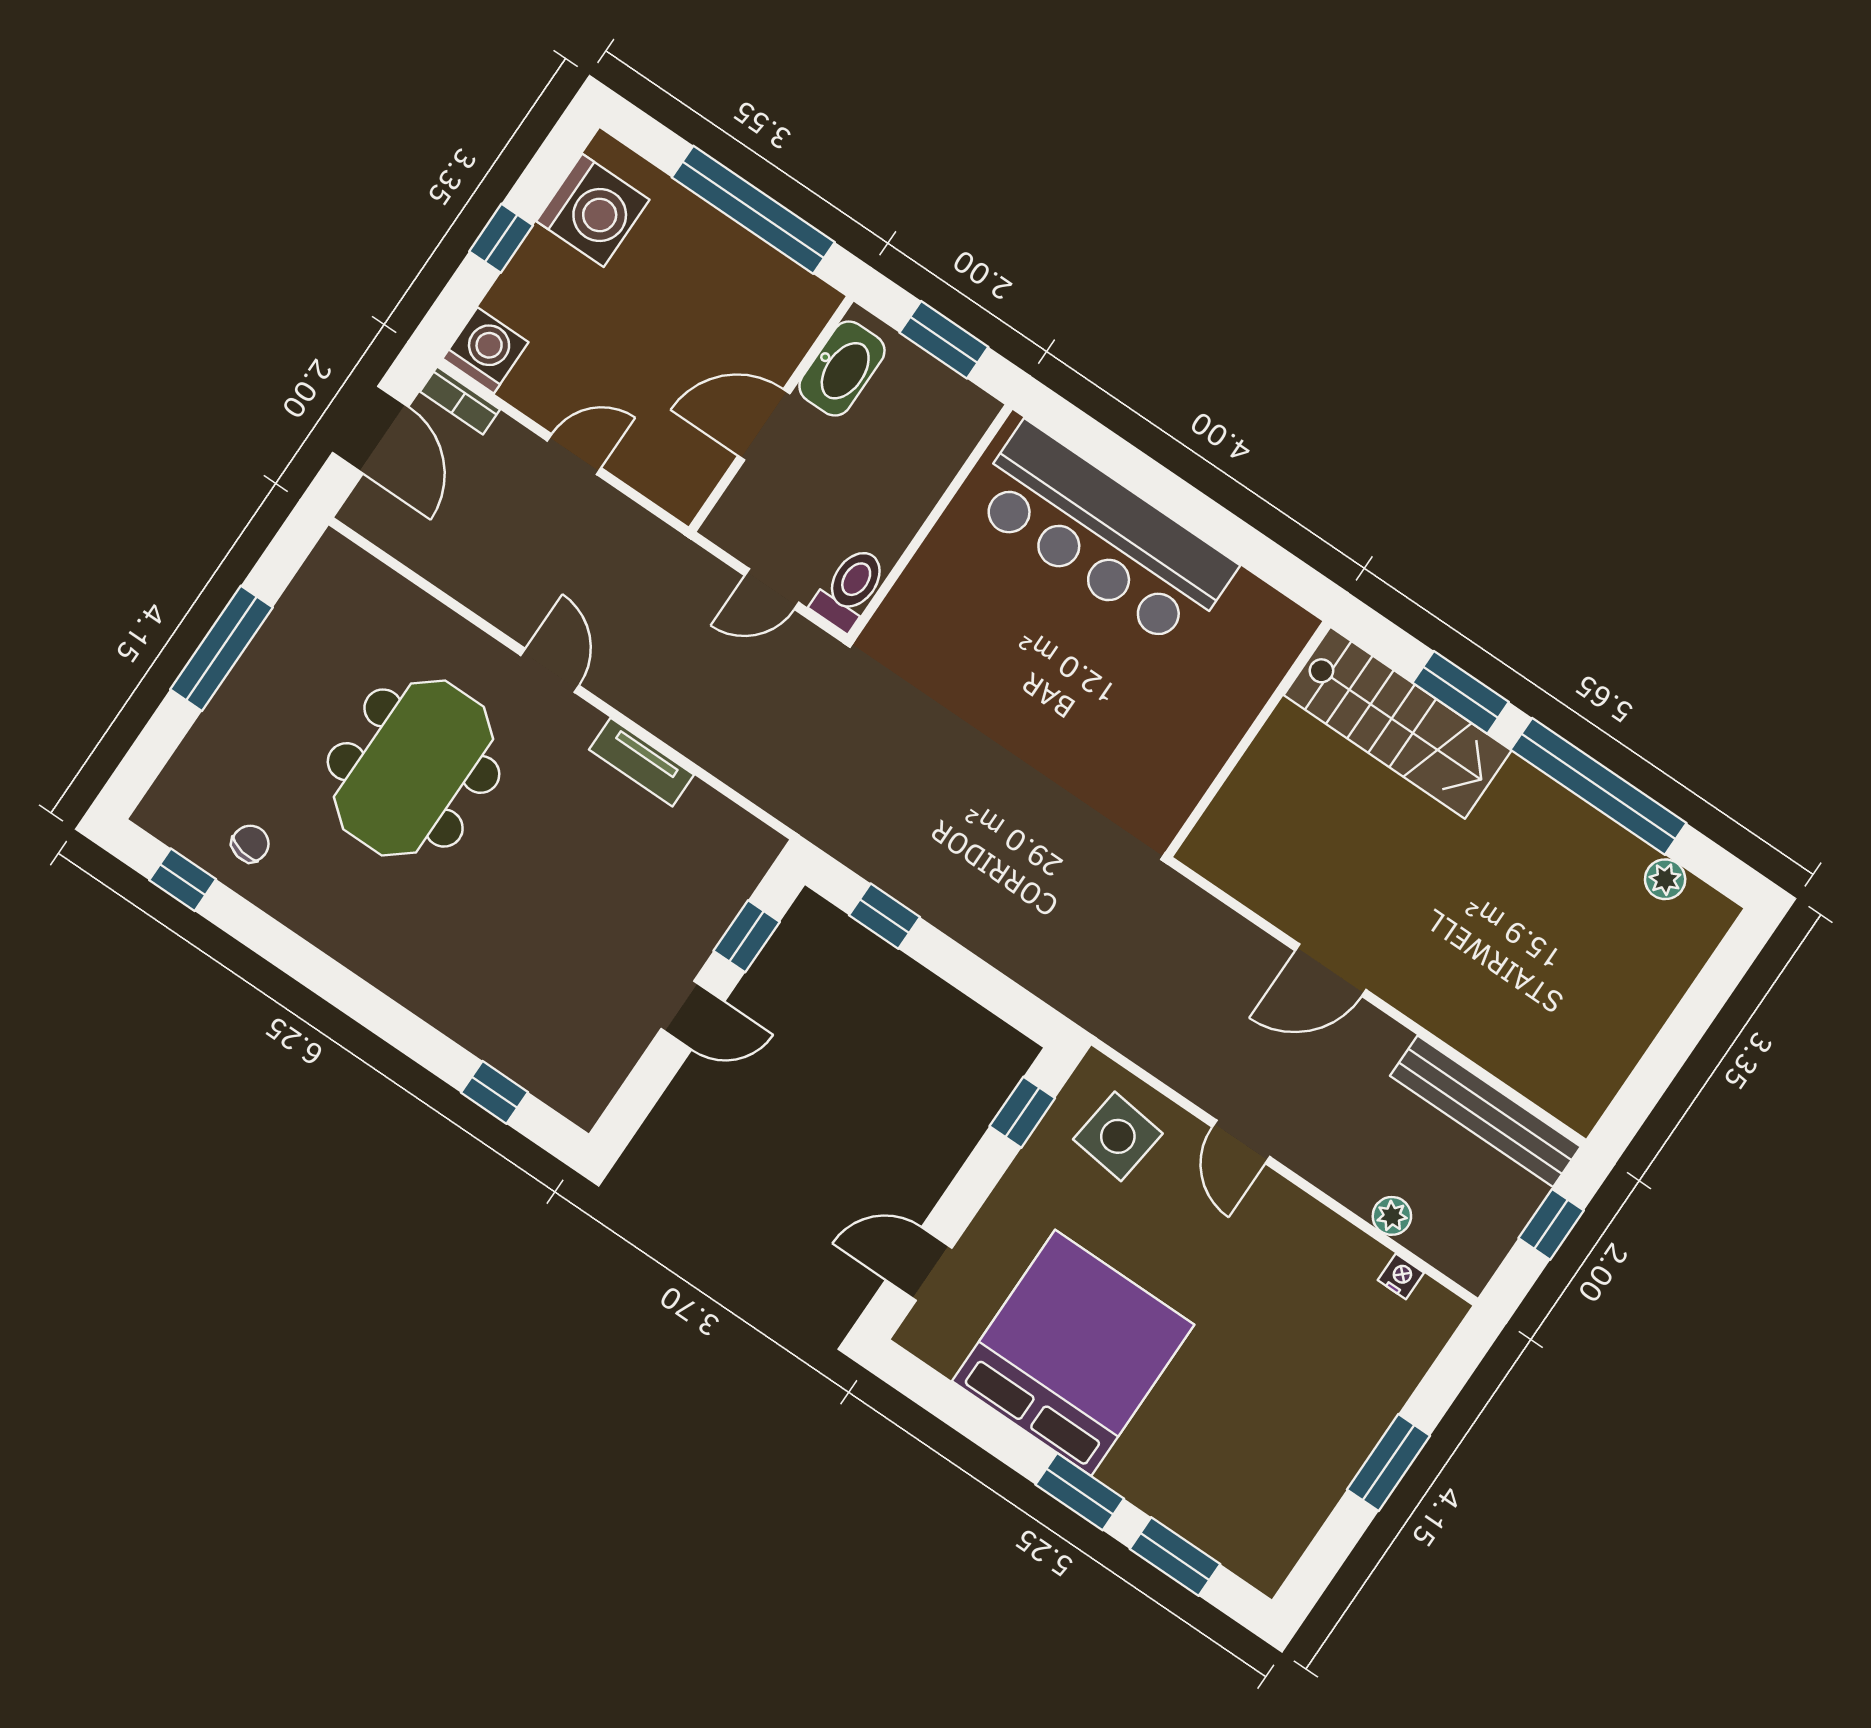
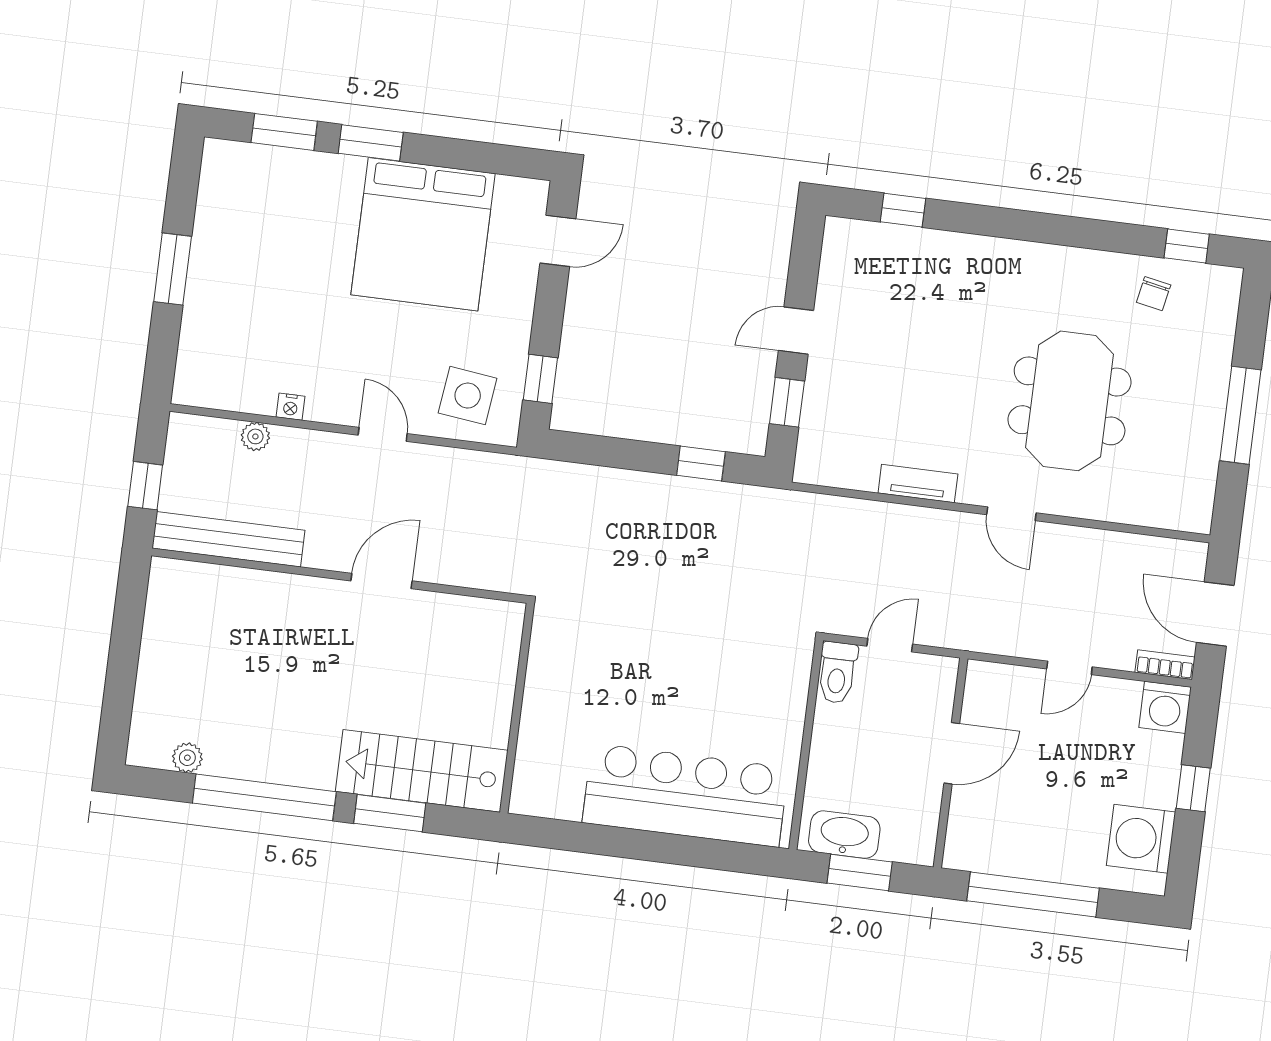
washbasin: (842, 369) -> (844, 835), moved, turned 90
nightstand: (1401, 1276) -> (291, 407), moved

